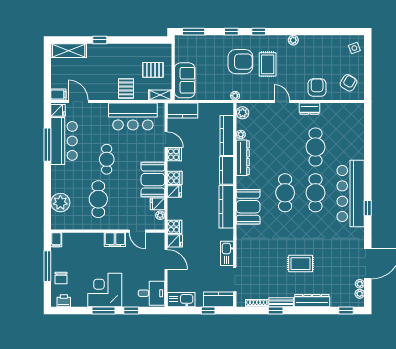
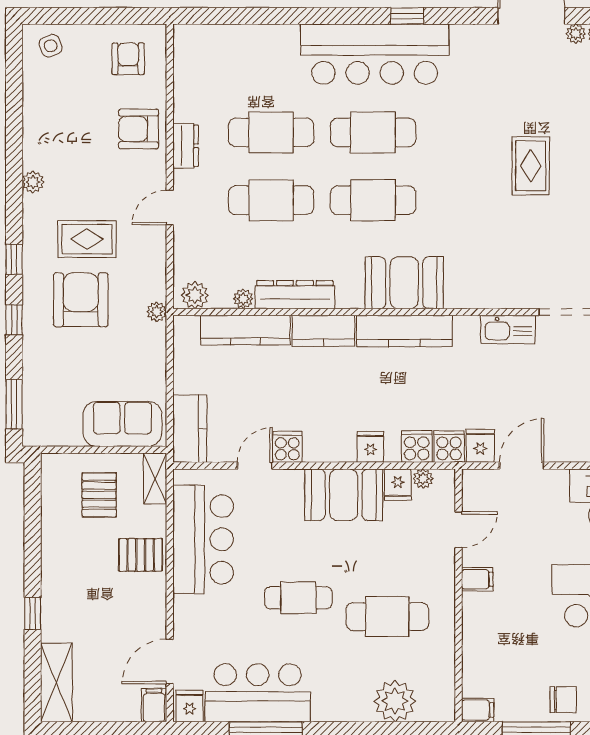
armchair: (349, 83) -> (128, 59), turned 59
cafe table: (285, 147) -> (271, 200), added
cooker: (175, 178) -> (417, 446), moved
filing cabinet: (115, 240) -> (477, 579), width x0.50

